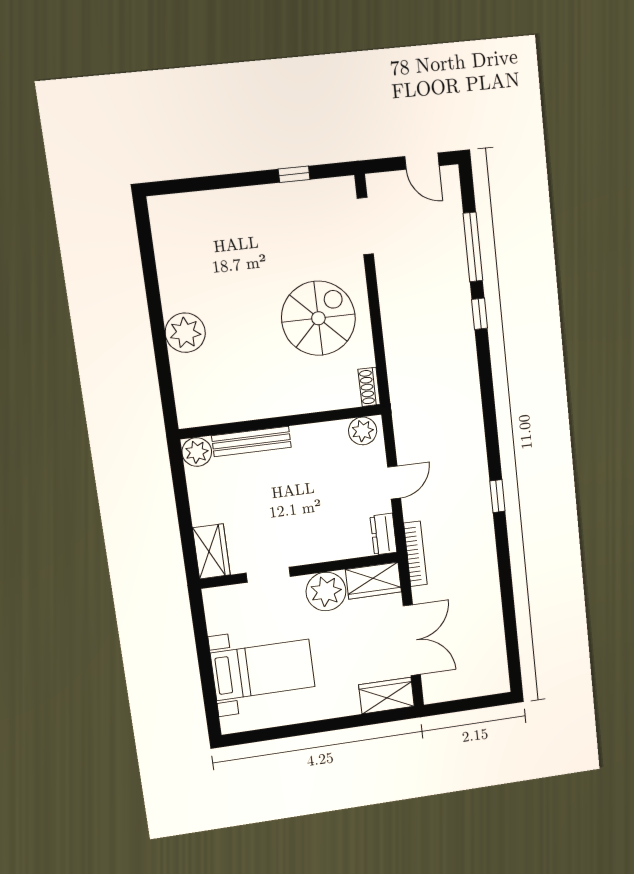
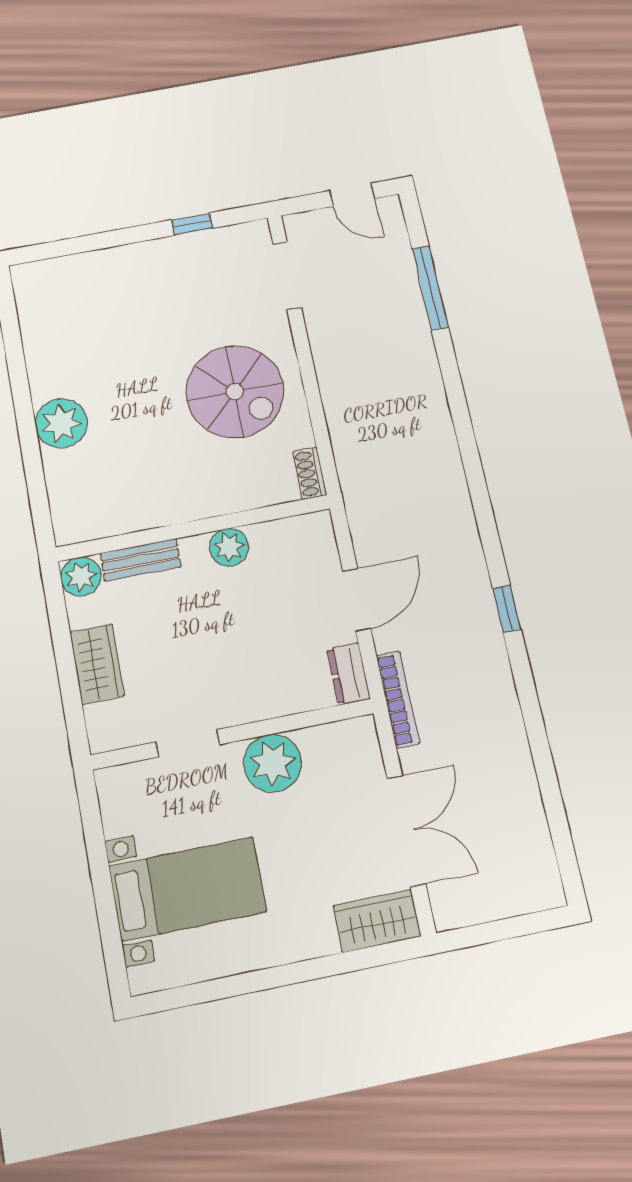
window: (480, 314) -> (449, 369), removed
spiral stairs: (318, 318) -> (235, 392), turned 90
plant: (363, 431) -> (229, 547), moved
bench: (251, 441) -> (141, 560), width x0.73
door: (394, 483) -> (357, 600), width x1.38
wardrobe: (211, 551) -> (97, 664), moved
wardrobe: (373, 581) -> (340, 743), removed

